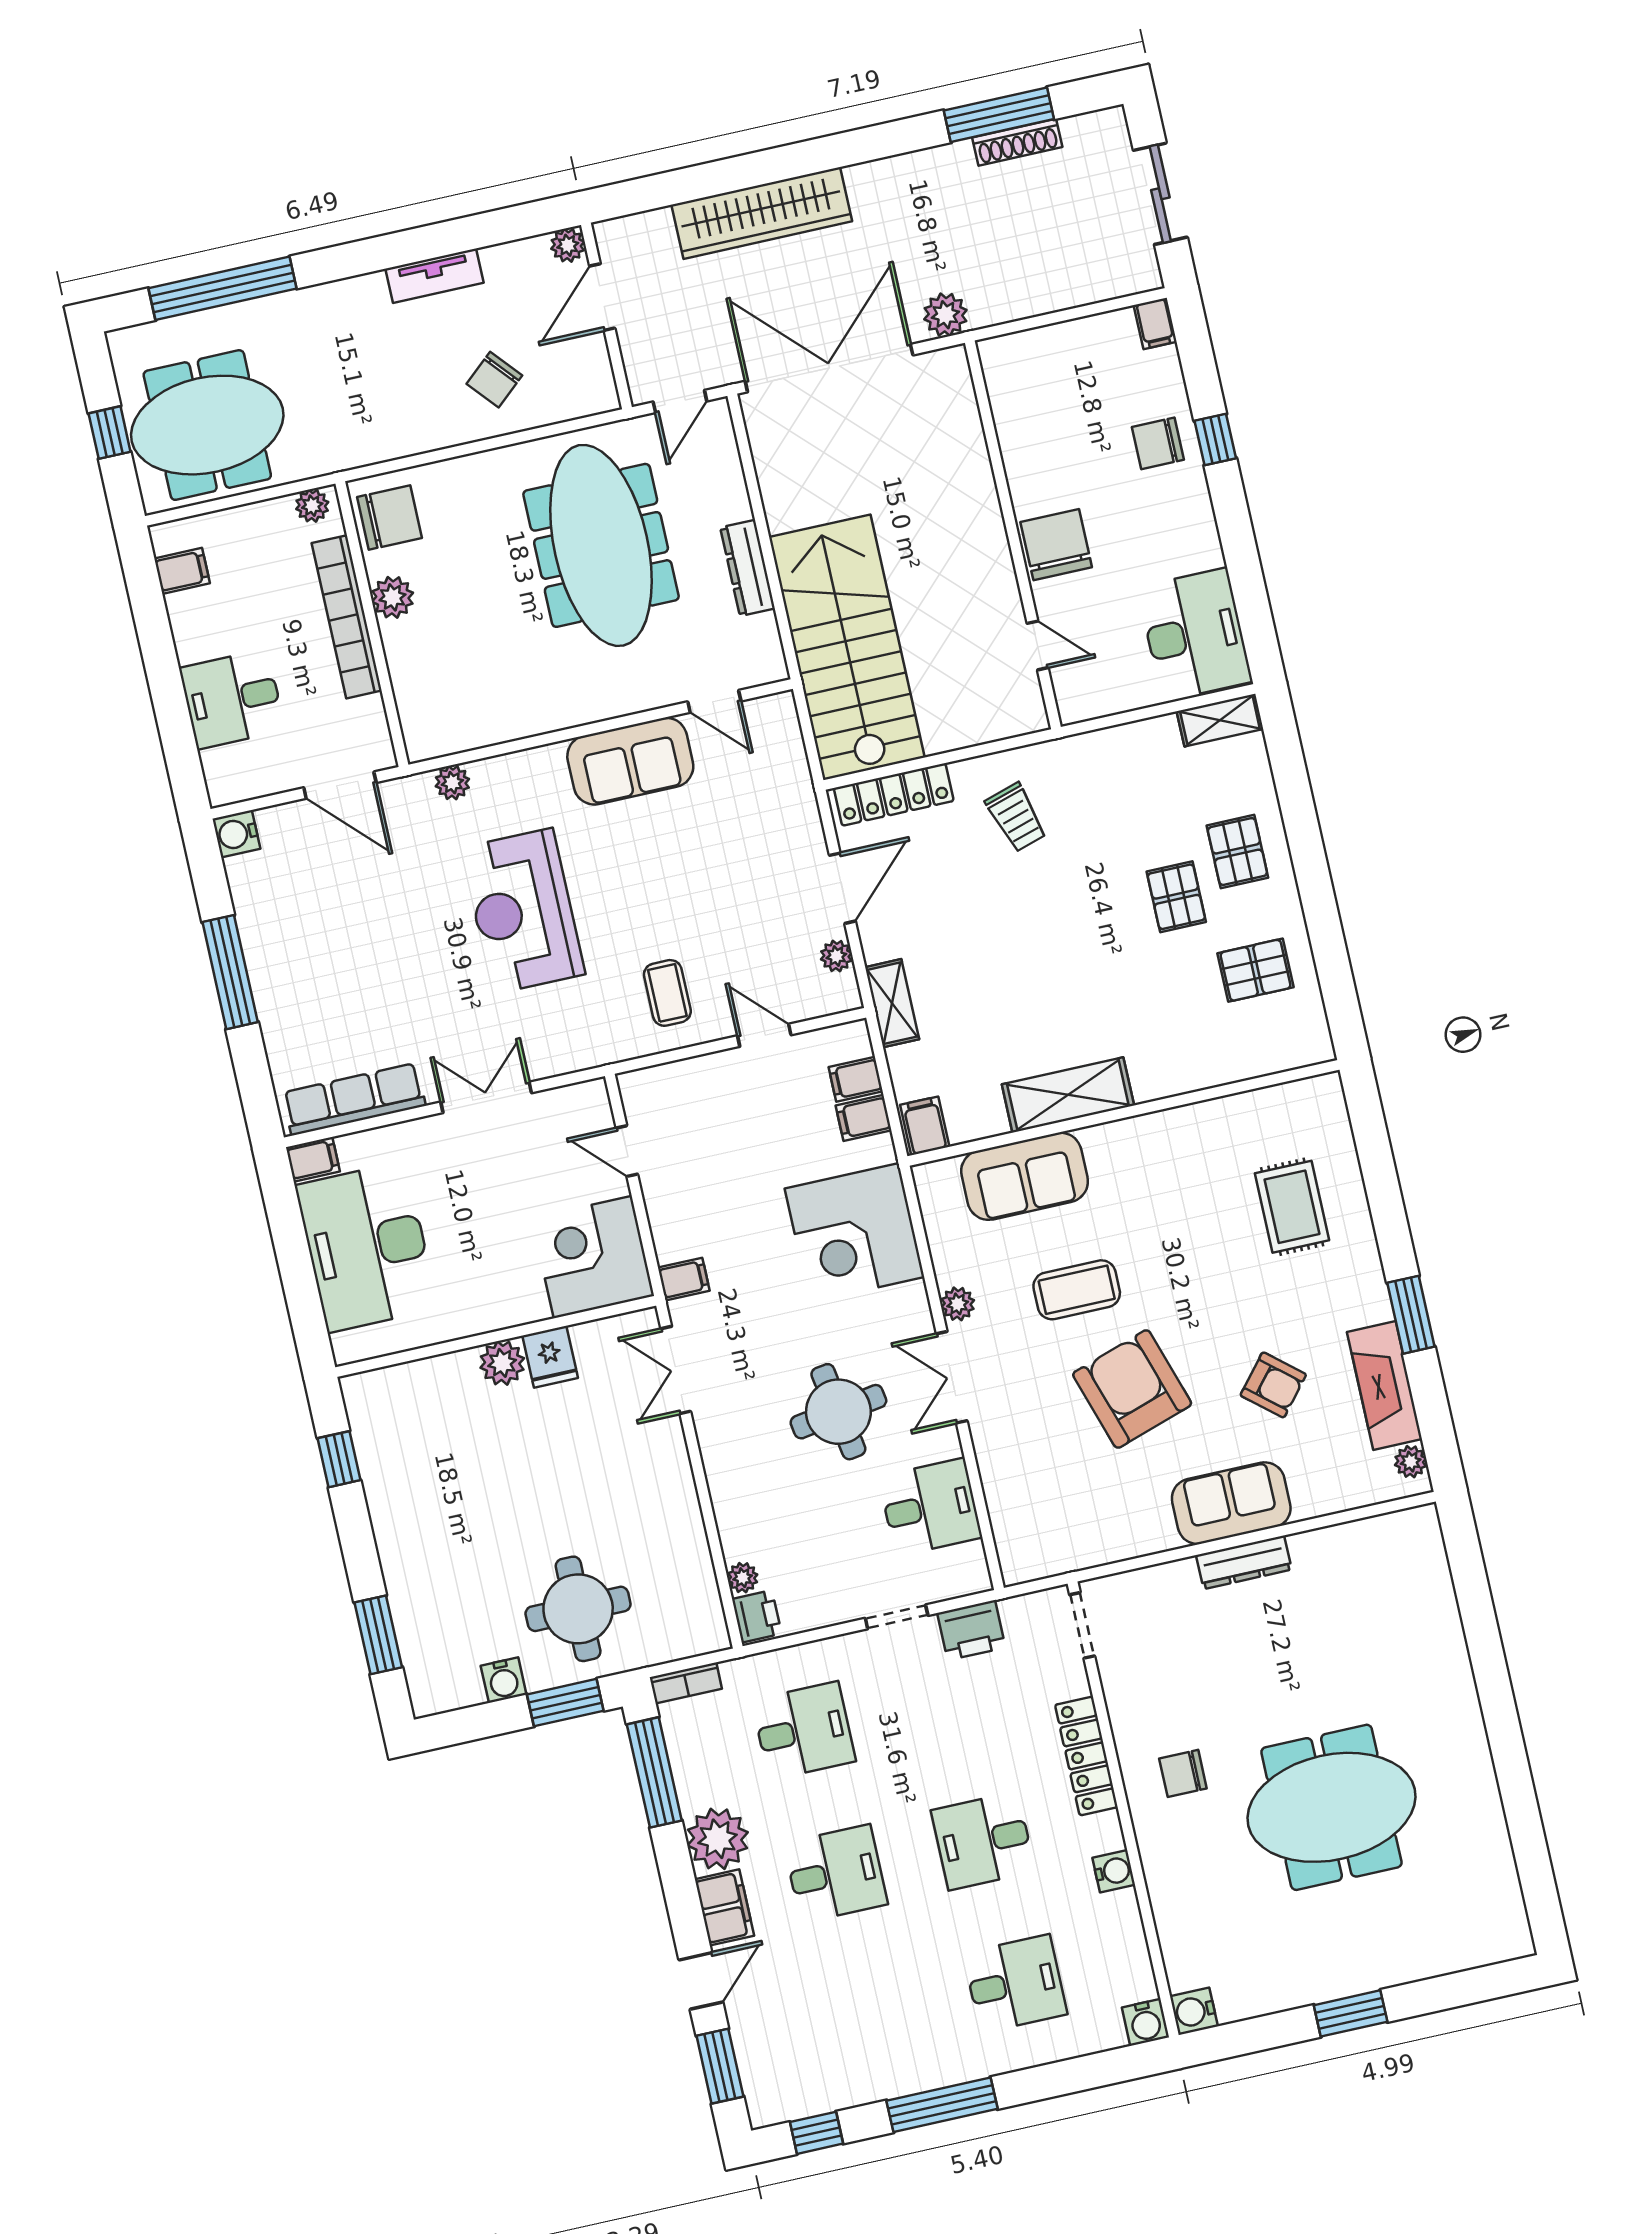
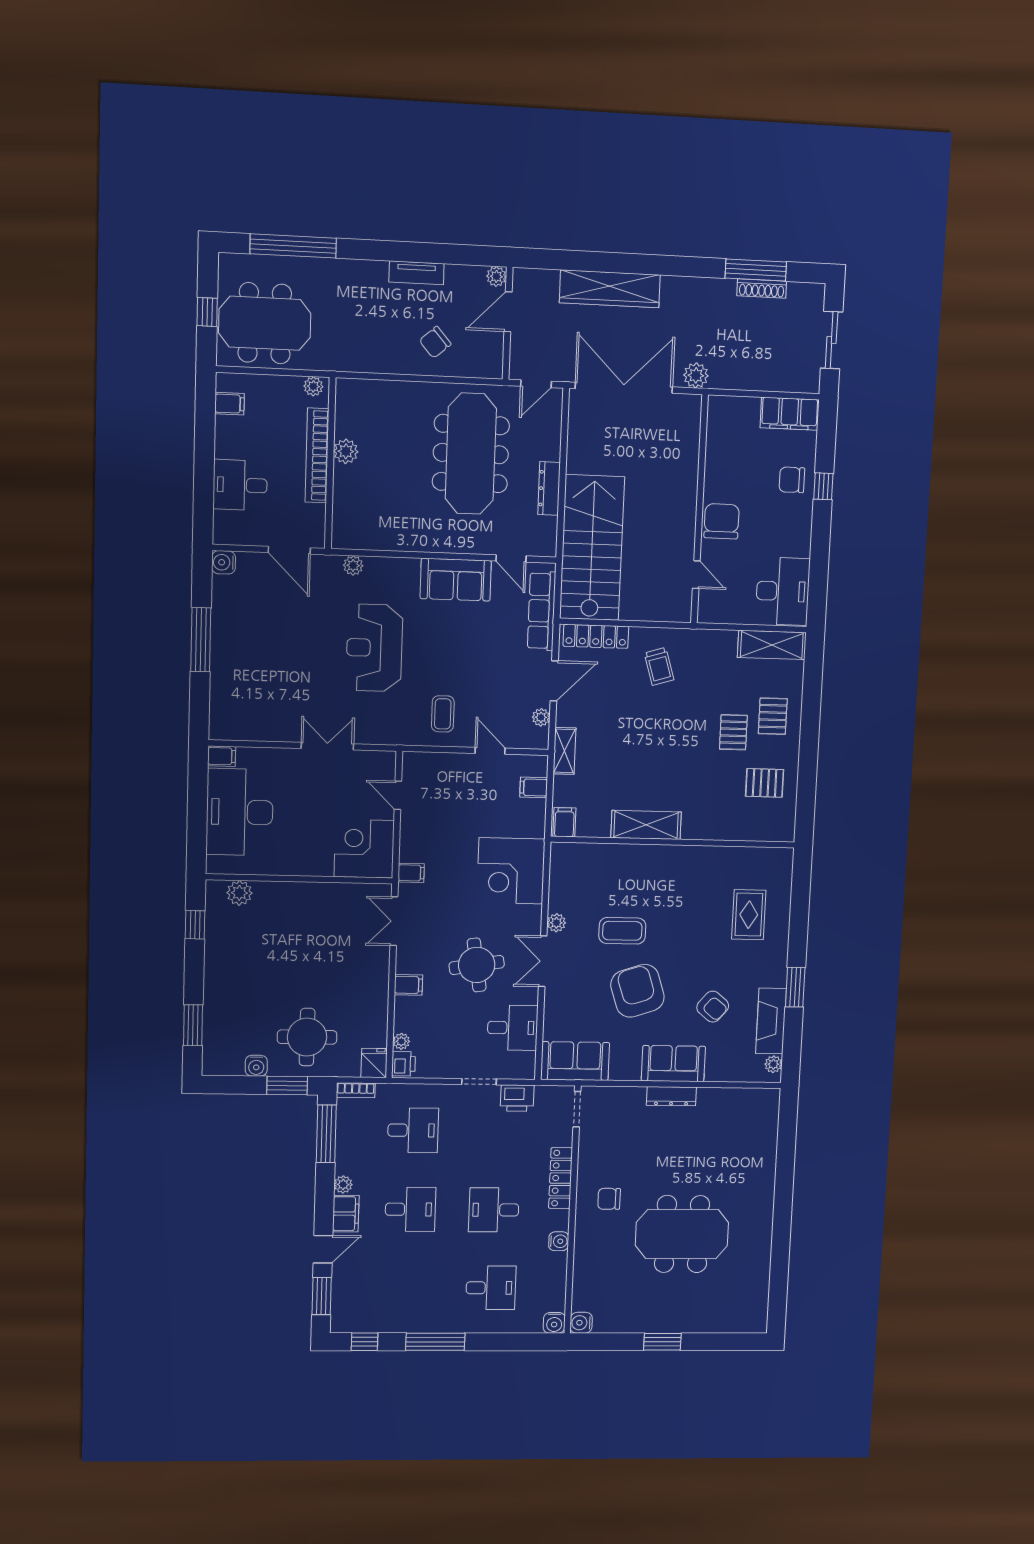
filing cabinet: (1155, 323) -> (790, 414), width x3.00, depth x1.17
chair: (389, 517) -> (356, 405), removed
shelving: (1220, 720) -> (772, 645), width x1.50, depth x1.33
row of seats: (354, 1099) -> (542, 611), moved, turned -90
filing cabinet: (864, 1118) -> (408, 985), moved, turned 180
sofa: (1025, 1176) -> (575, 1061), moved, turned 180
fridge: (550, 1357) -> (374, 1063), moved, turned 180
plant: (502, 1363) -> (239, 893), moved
plant: (718, 1839) -> (343, 1184), width x0.53, depth x0.53

